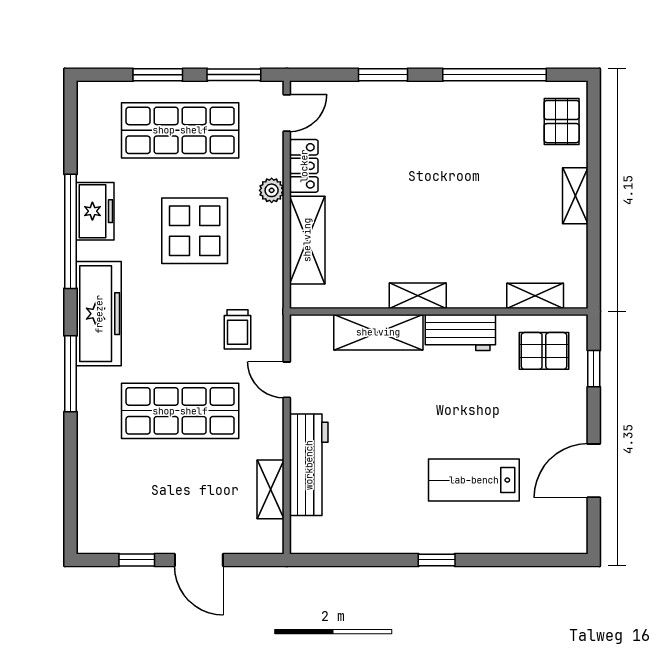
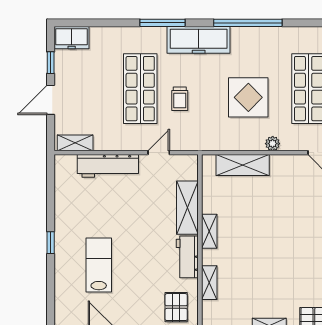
locker: (304, 166) -> (287, 163), removed
freezer: (95, 211) -> (72, 38), moved
shelving: (535, 296) -> (209, 283), moved
trolley: (237, 329) -> (180, 99), moved, turned -90
shelving: (271, 489) -> (75, 143), moved

